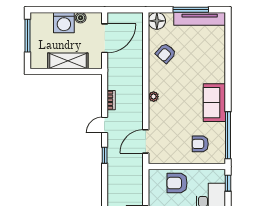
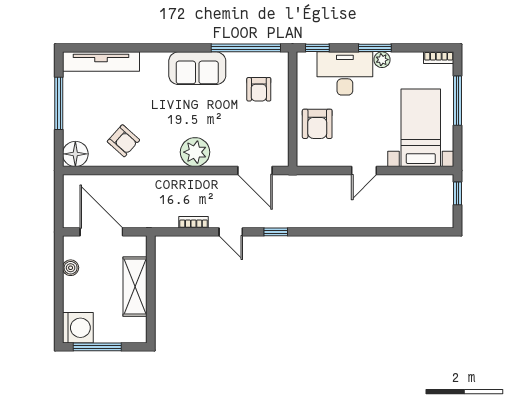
tv unit: (200, 19) -> (101, 62), moved, turned 90
washing machine: (64, 23) -> (78, 328), moved
plant: (154, 97) -> (195, 152), width x1.88, depth x1.88

